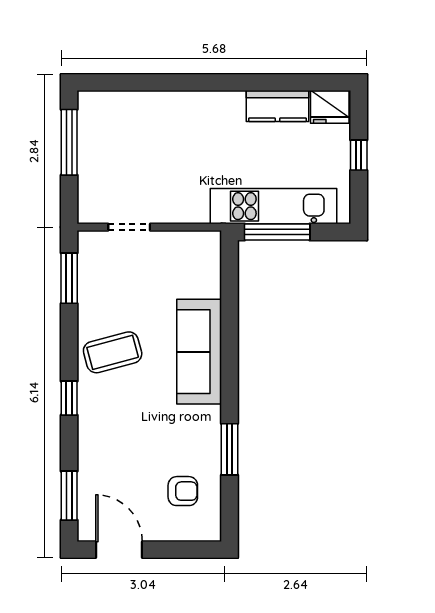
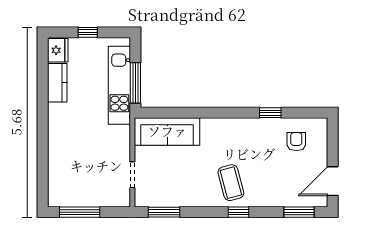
coffee table: (113, 352) -> (231, 183), moved
sofa: (199, 352) -> (167, 131), moved
window: (229, 449) -> (270, 113), width x0.67

